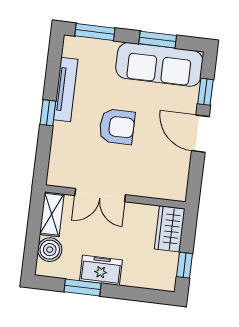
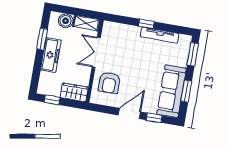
armchair: (117, 127) -> (109, 83), moved
freezer: (101, 270) -> (51, 55), width x1.40

